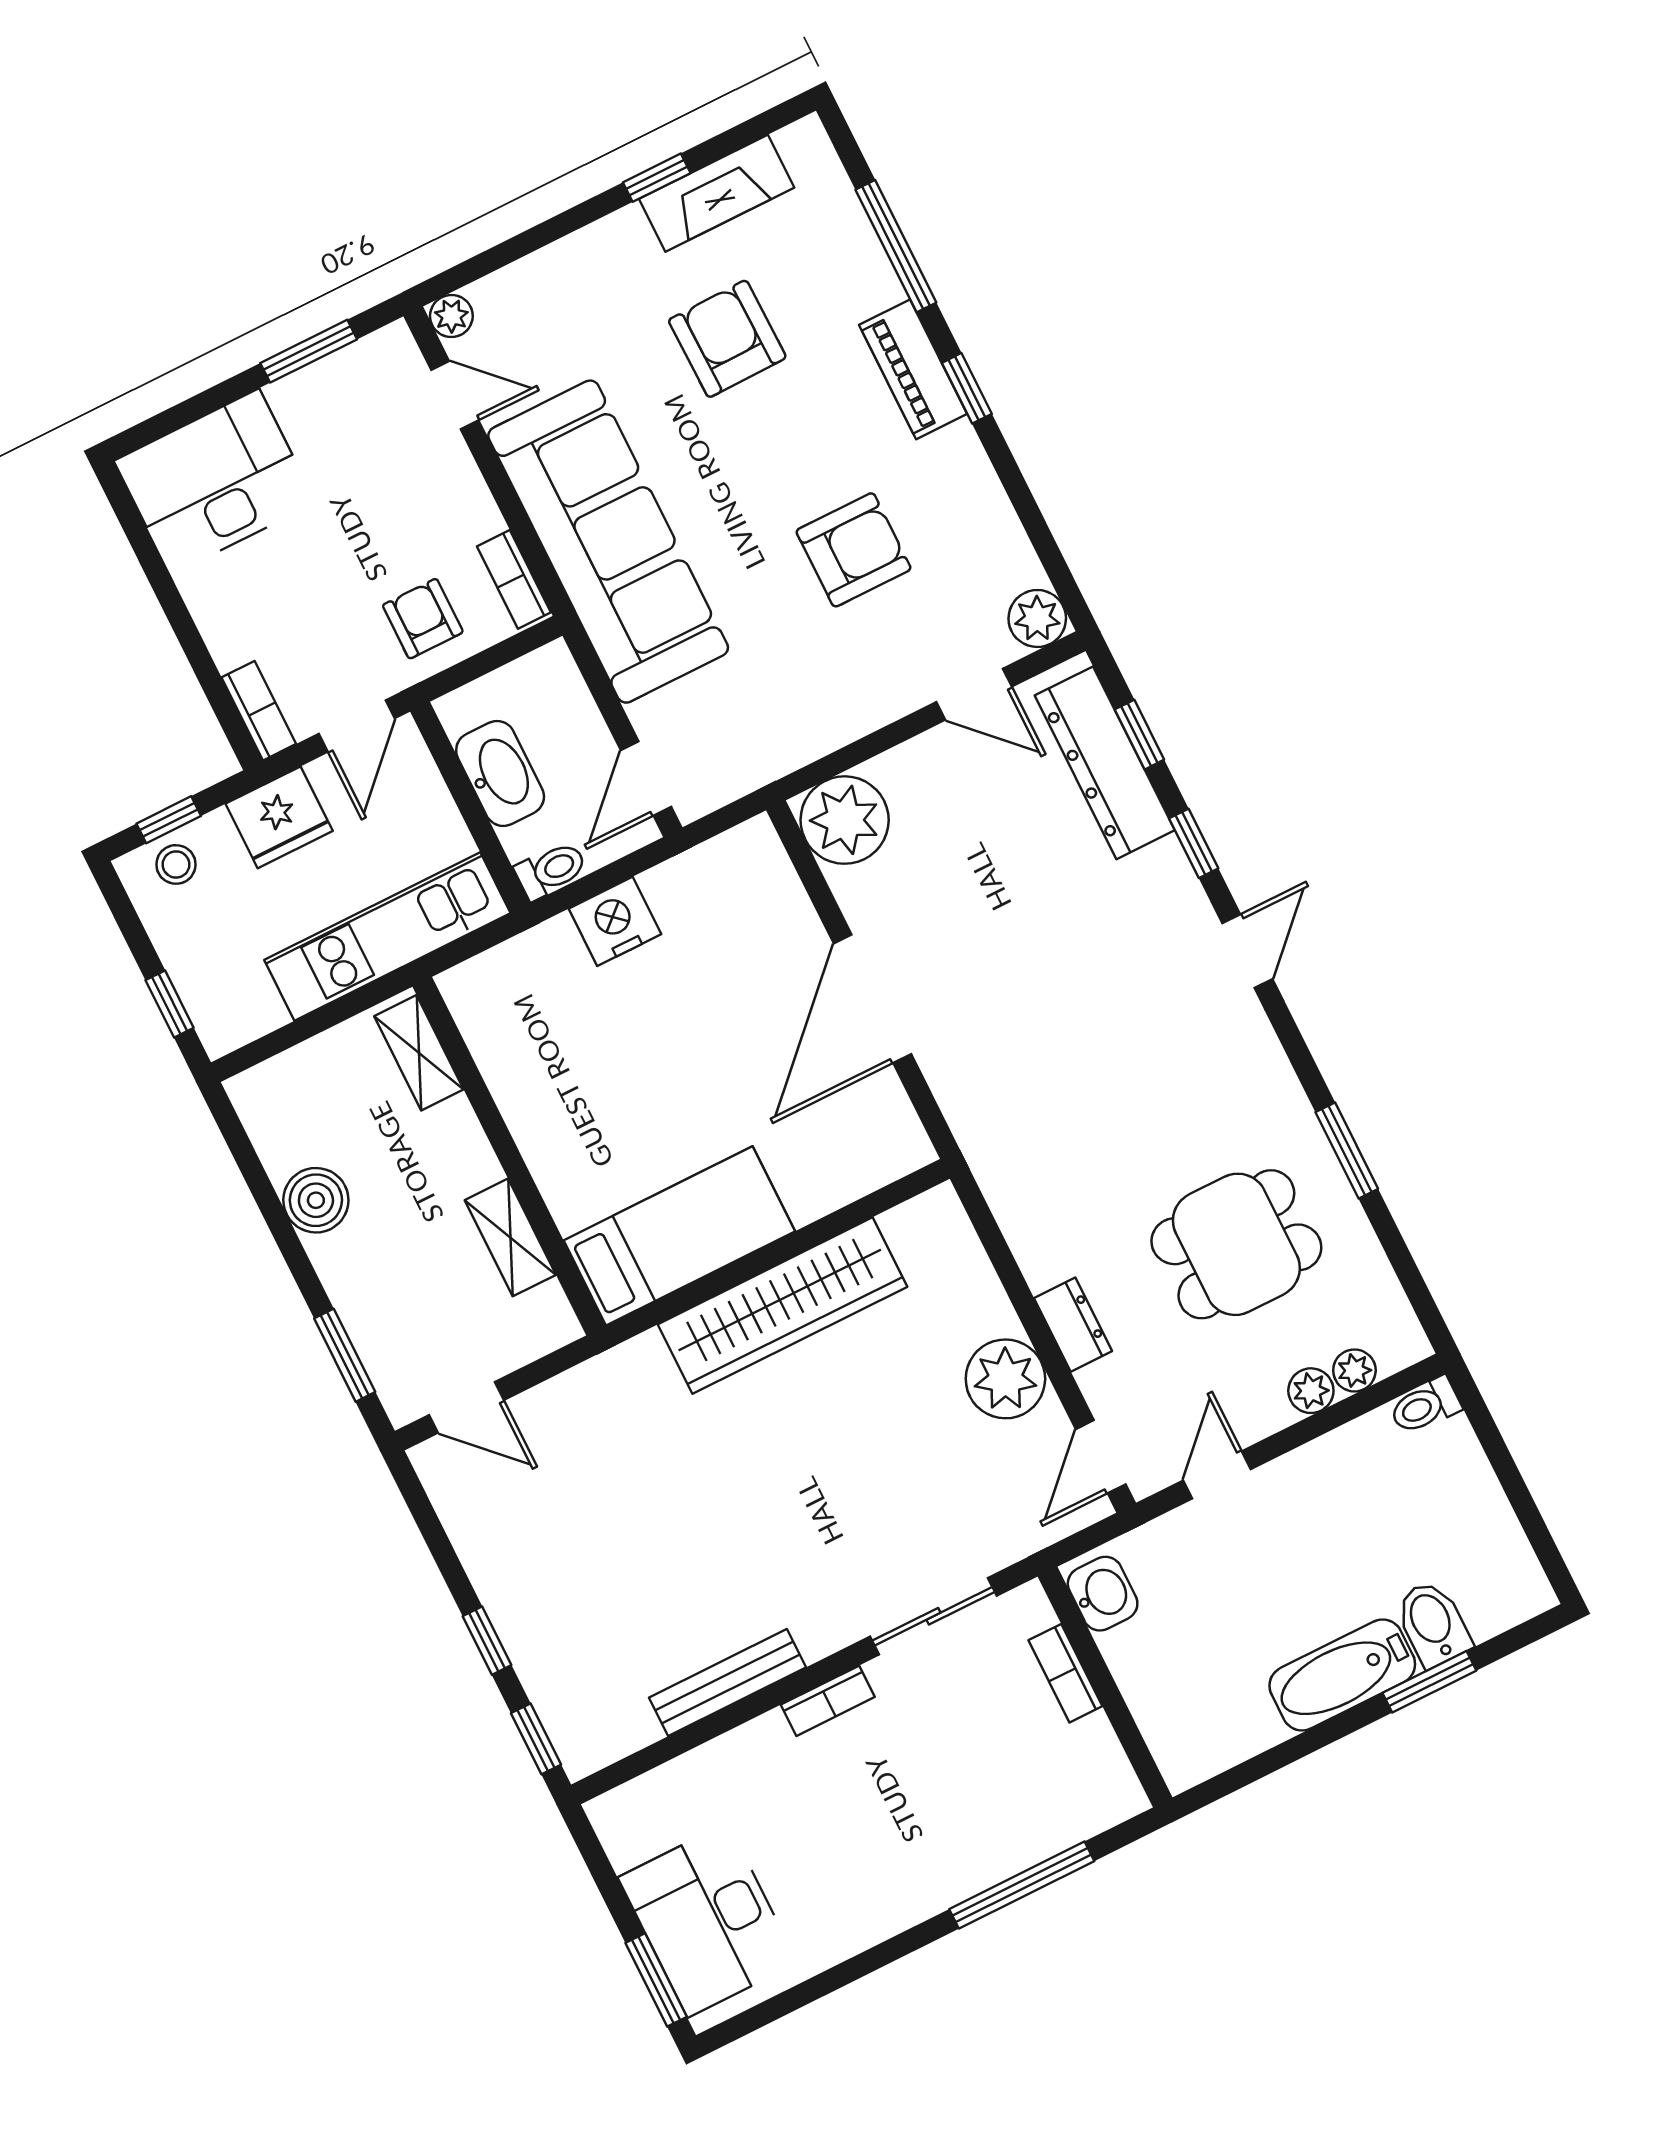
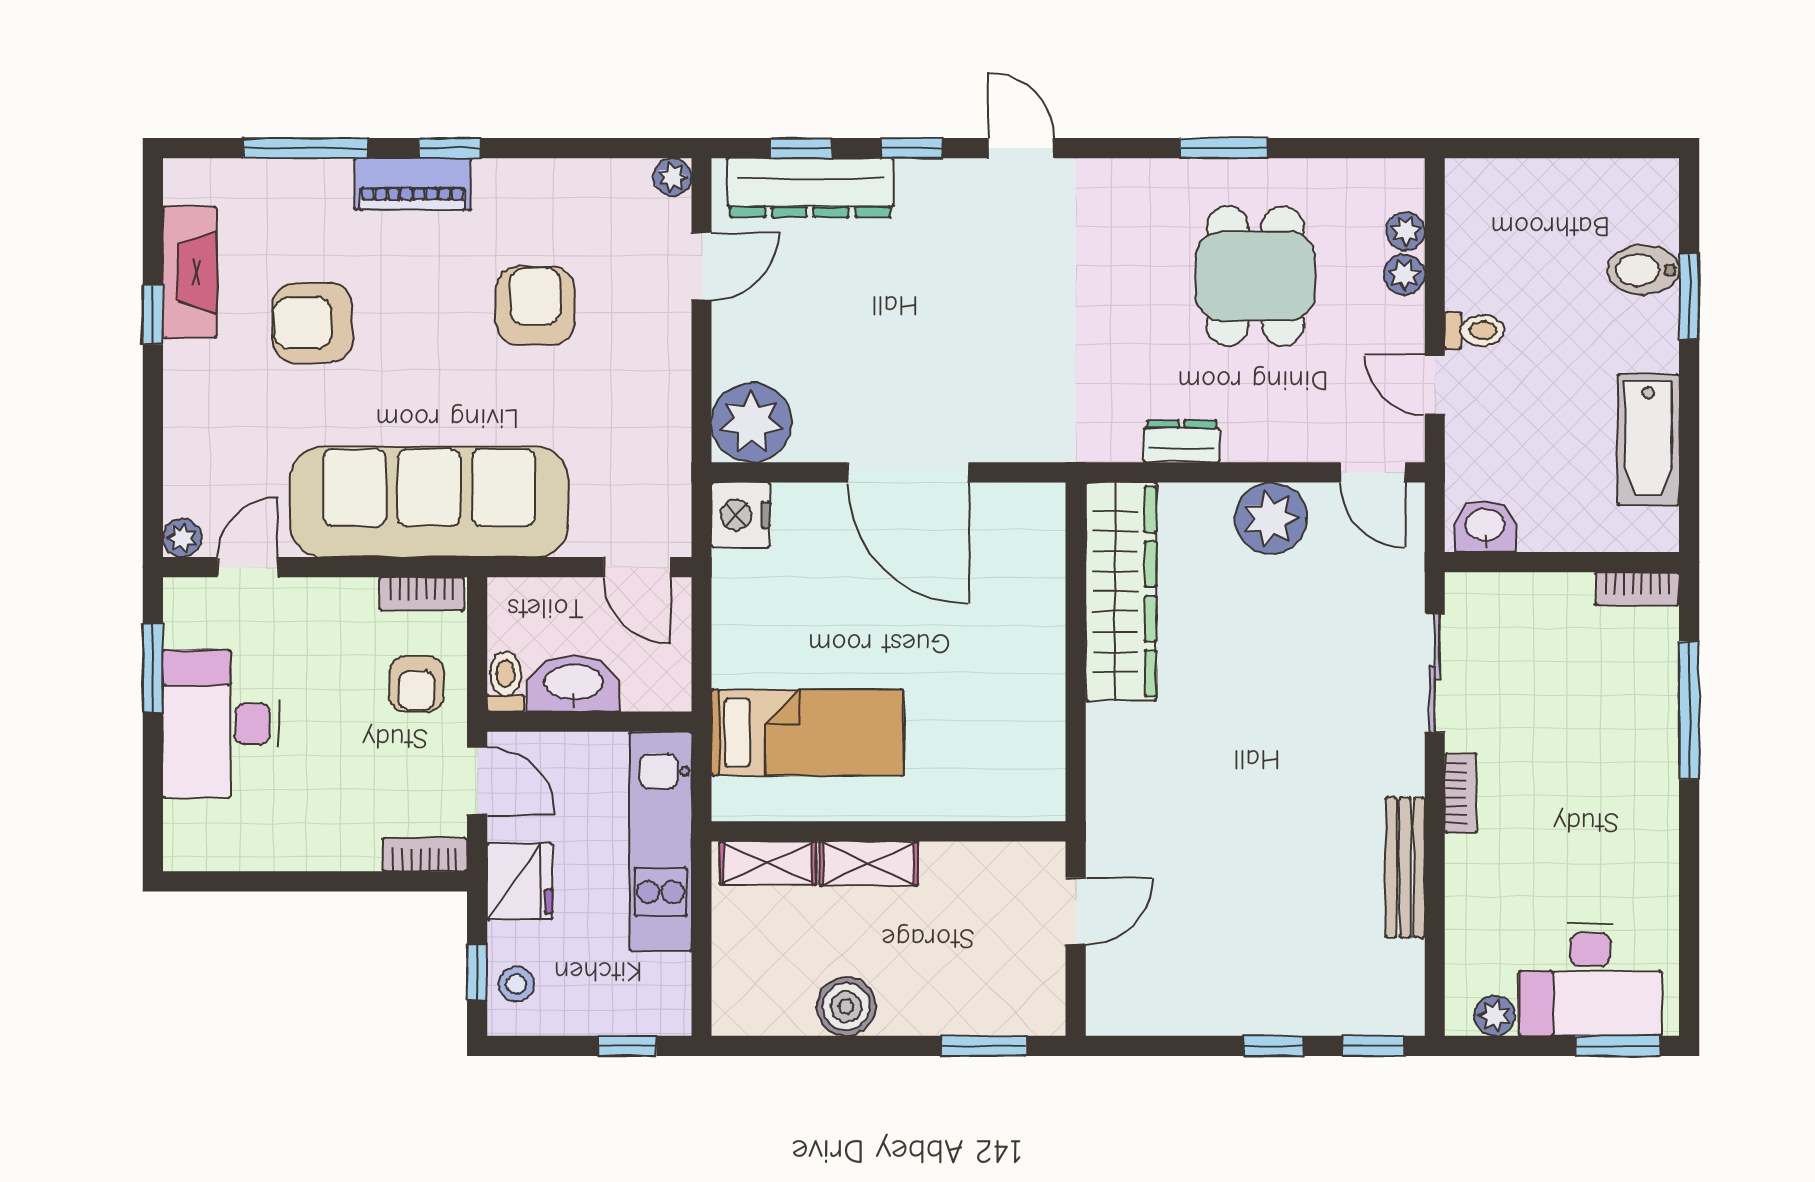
desk: (215, 482) -> (221, 724), moved
plant: (1037, 618) -> (673, 177), width x0.73, depth x0.73
armchair: (423, 619) -> (417, 684), turned -89
toilet: (551, 870) -> (505, 682), moved
nightstand: (615, 921) -> (741, 515), moved
bed: (679, 1236) -> (807, 733), moved, turned 90
shelving: (510, 1237) -> (869, 863), moved
wardrobe: (782, 1306) -> (1121, 591), moved
dresser: (1073, 1325) -> (1182, 441), moved
toilet: (1425, 1406) -> (1475, 331), moved, turned -90
door: (466, 1407) -> (1076, 911), moved
bookcase: (1065, 1673) -> (1637, 589), moved
bathtub: (1342, 1675) -> (1648, 440), moved
plant: (625, 1844) -> (1495, 1016), added

